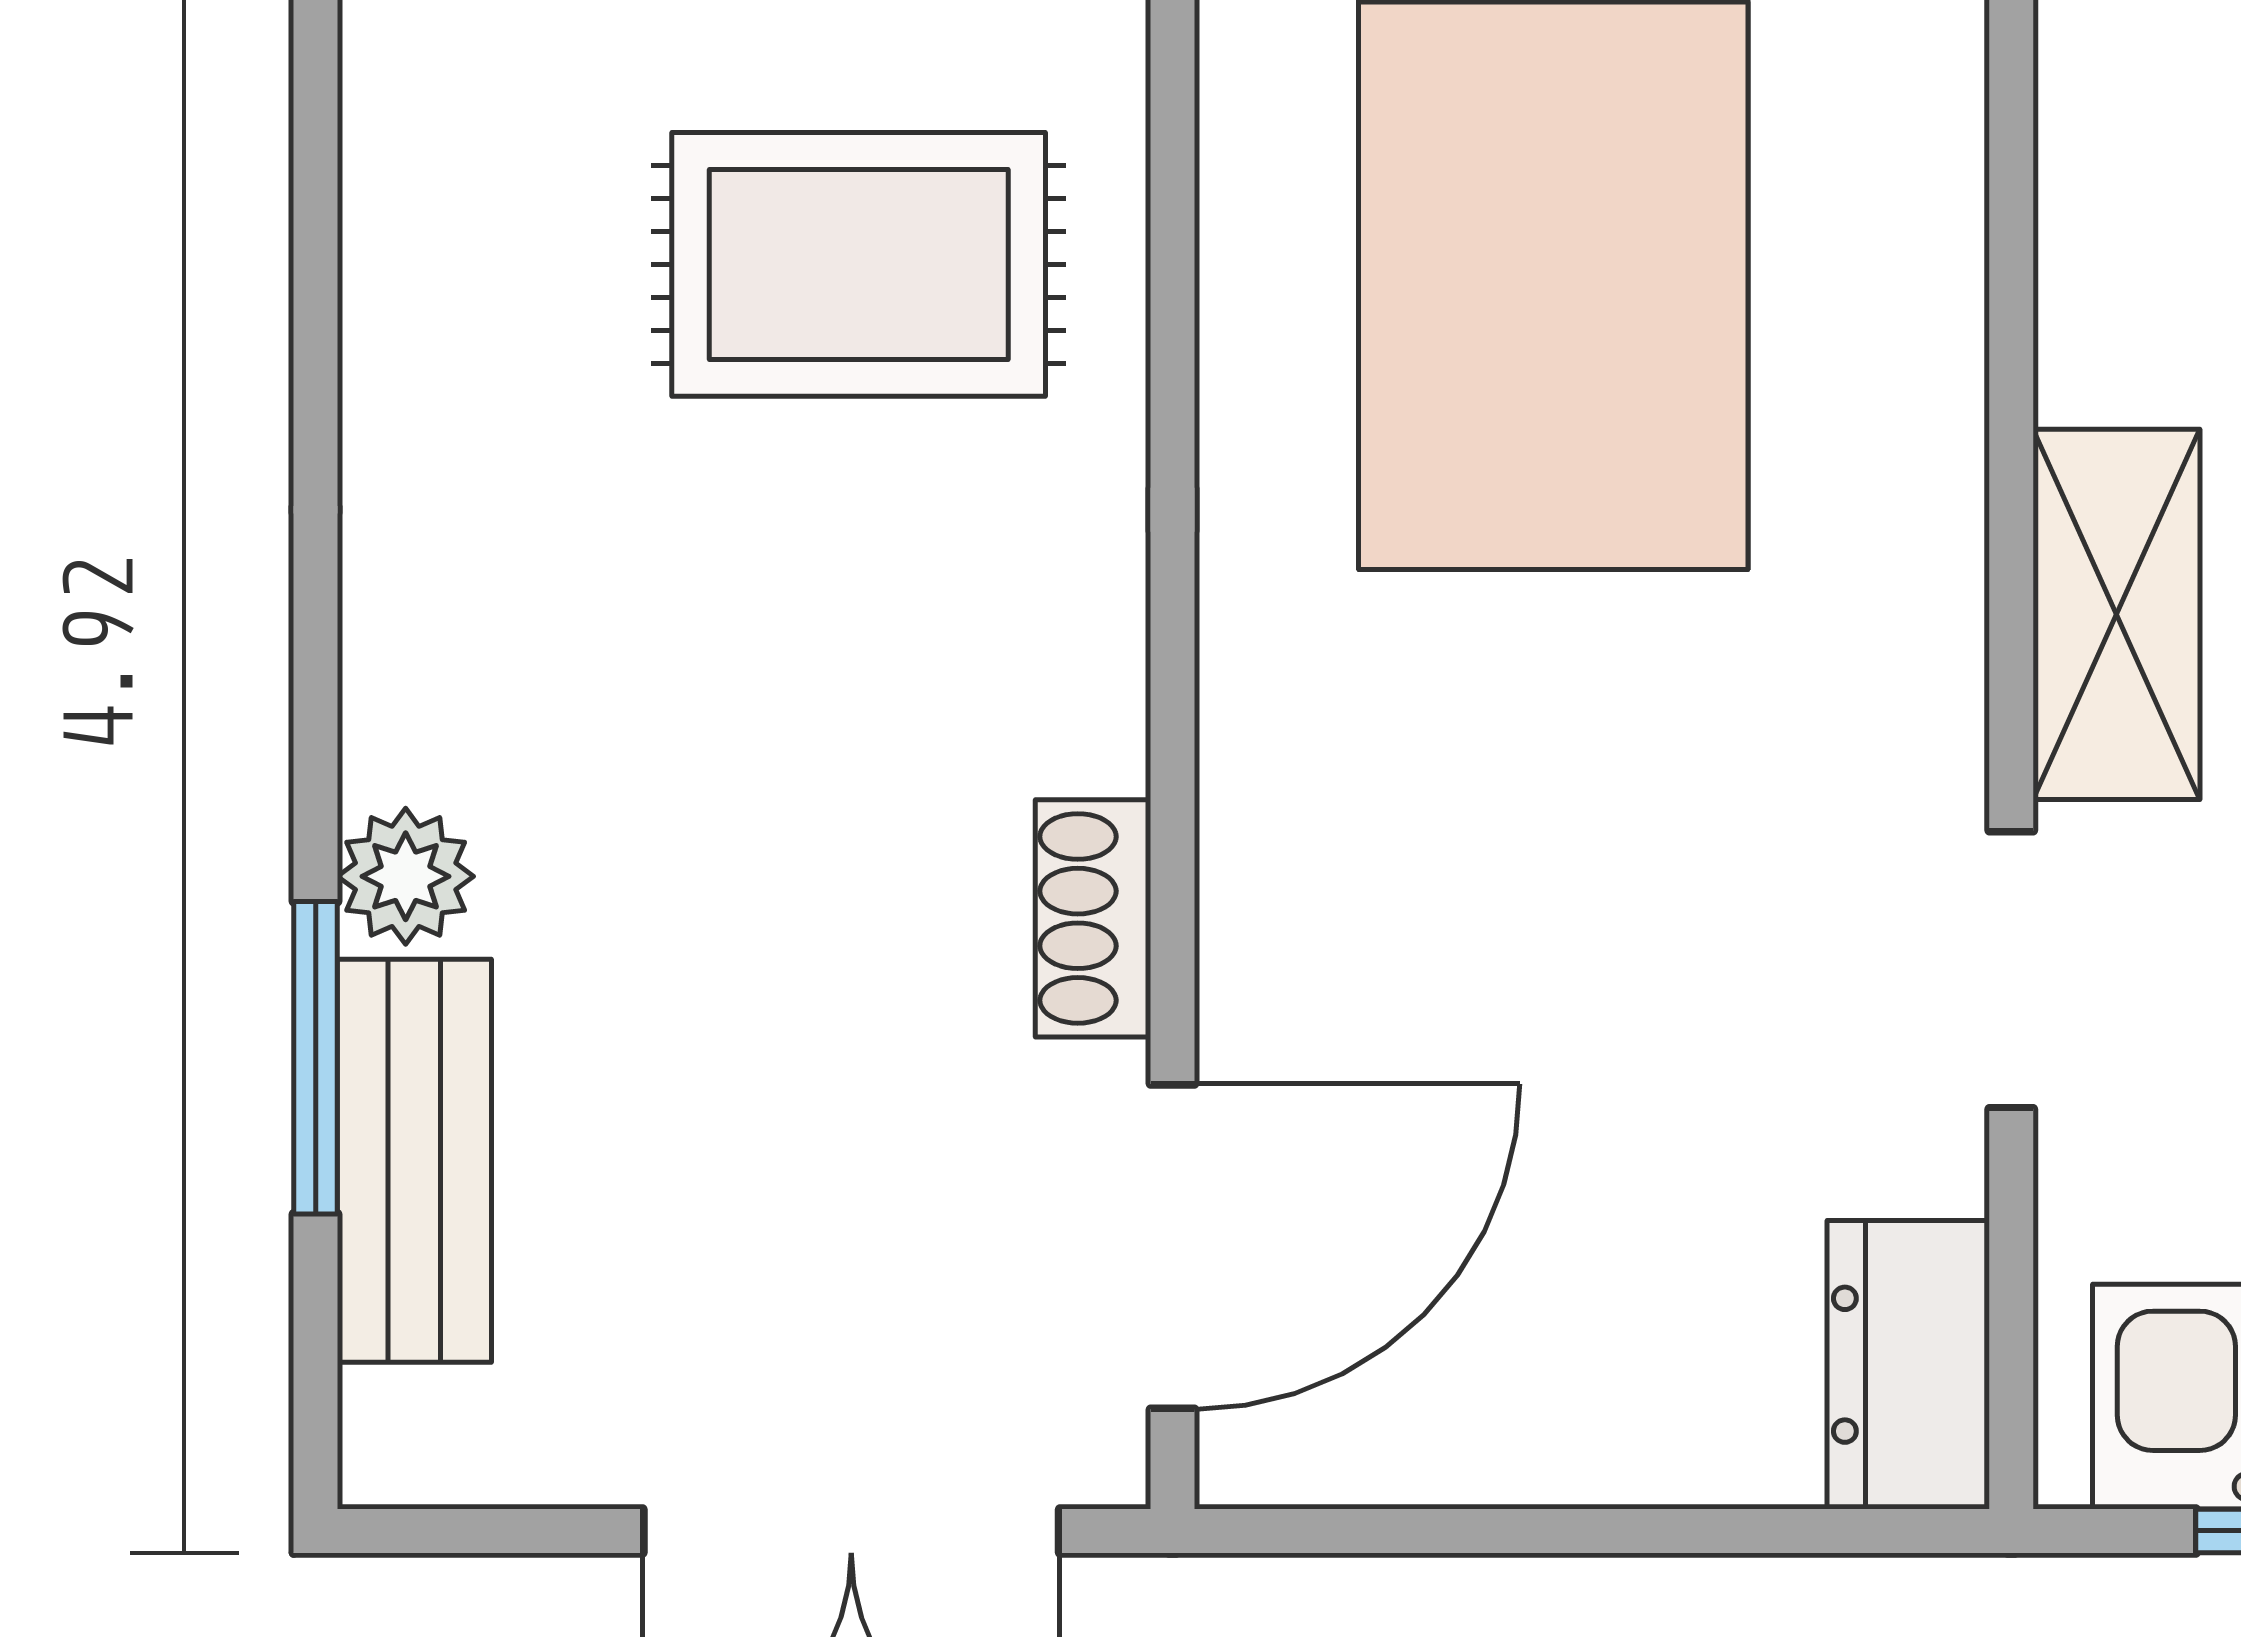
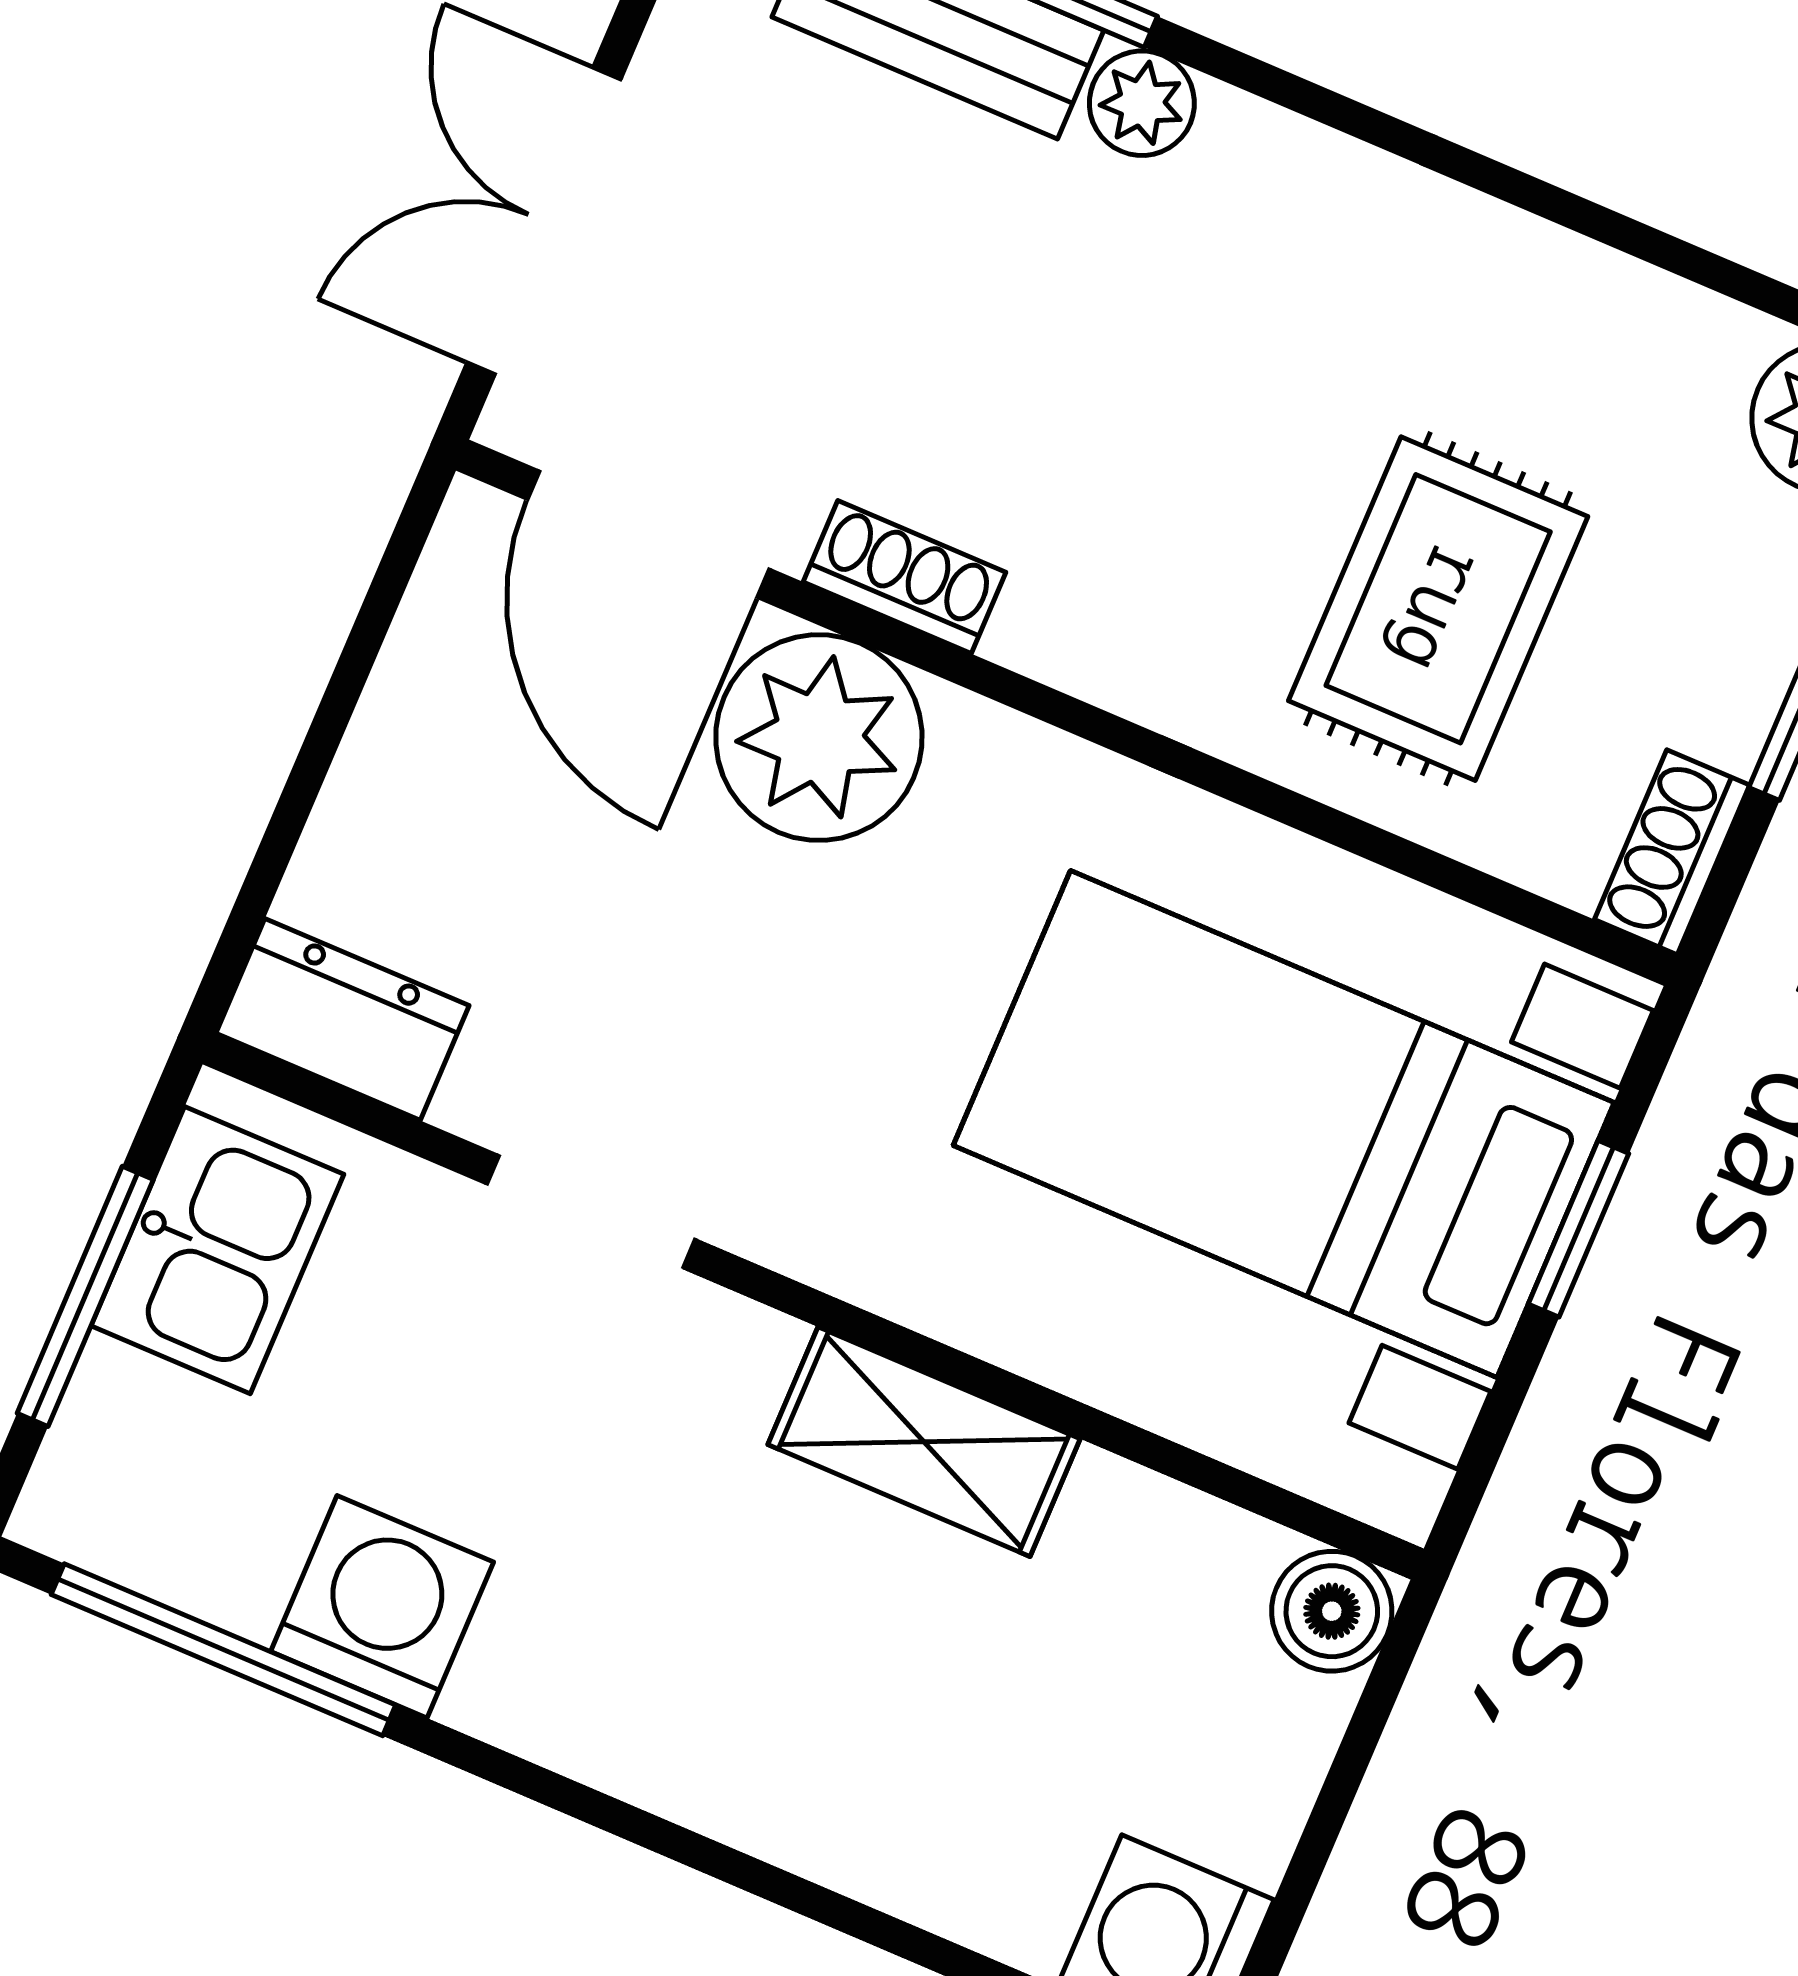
shelving: (2116, 614) -> (924, 1442), moved
plant: (1328, 939) -> (819, 738), added

